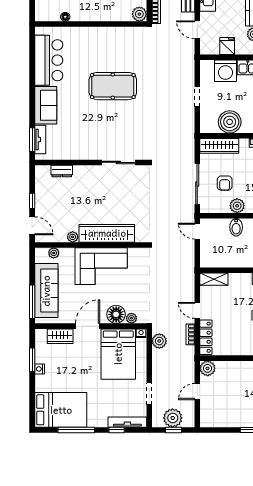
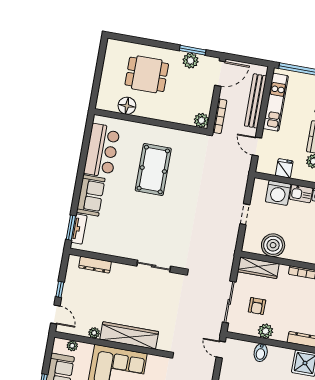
floor lamp: (65, 17) -> (127, 106), width x1.89, depth x1.89
pool table: (113, 86) -> (153, 170), moved, turned 90
dresser: (62, 171) -> (95, 265), width x1.44

